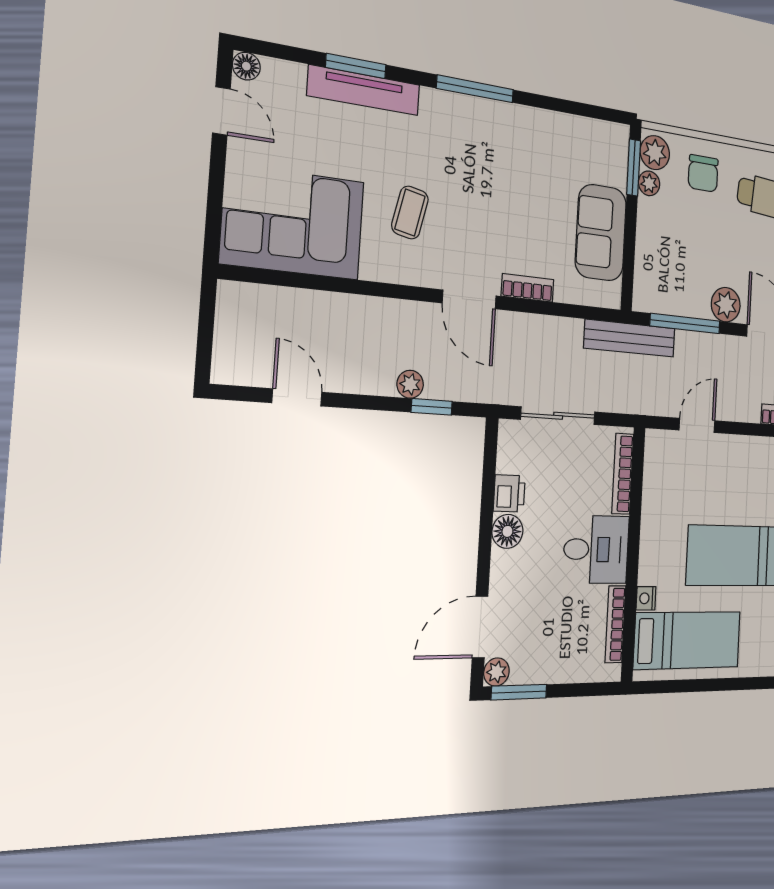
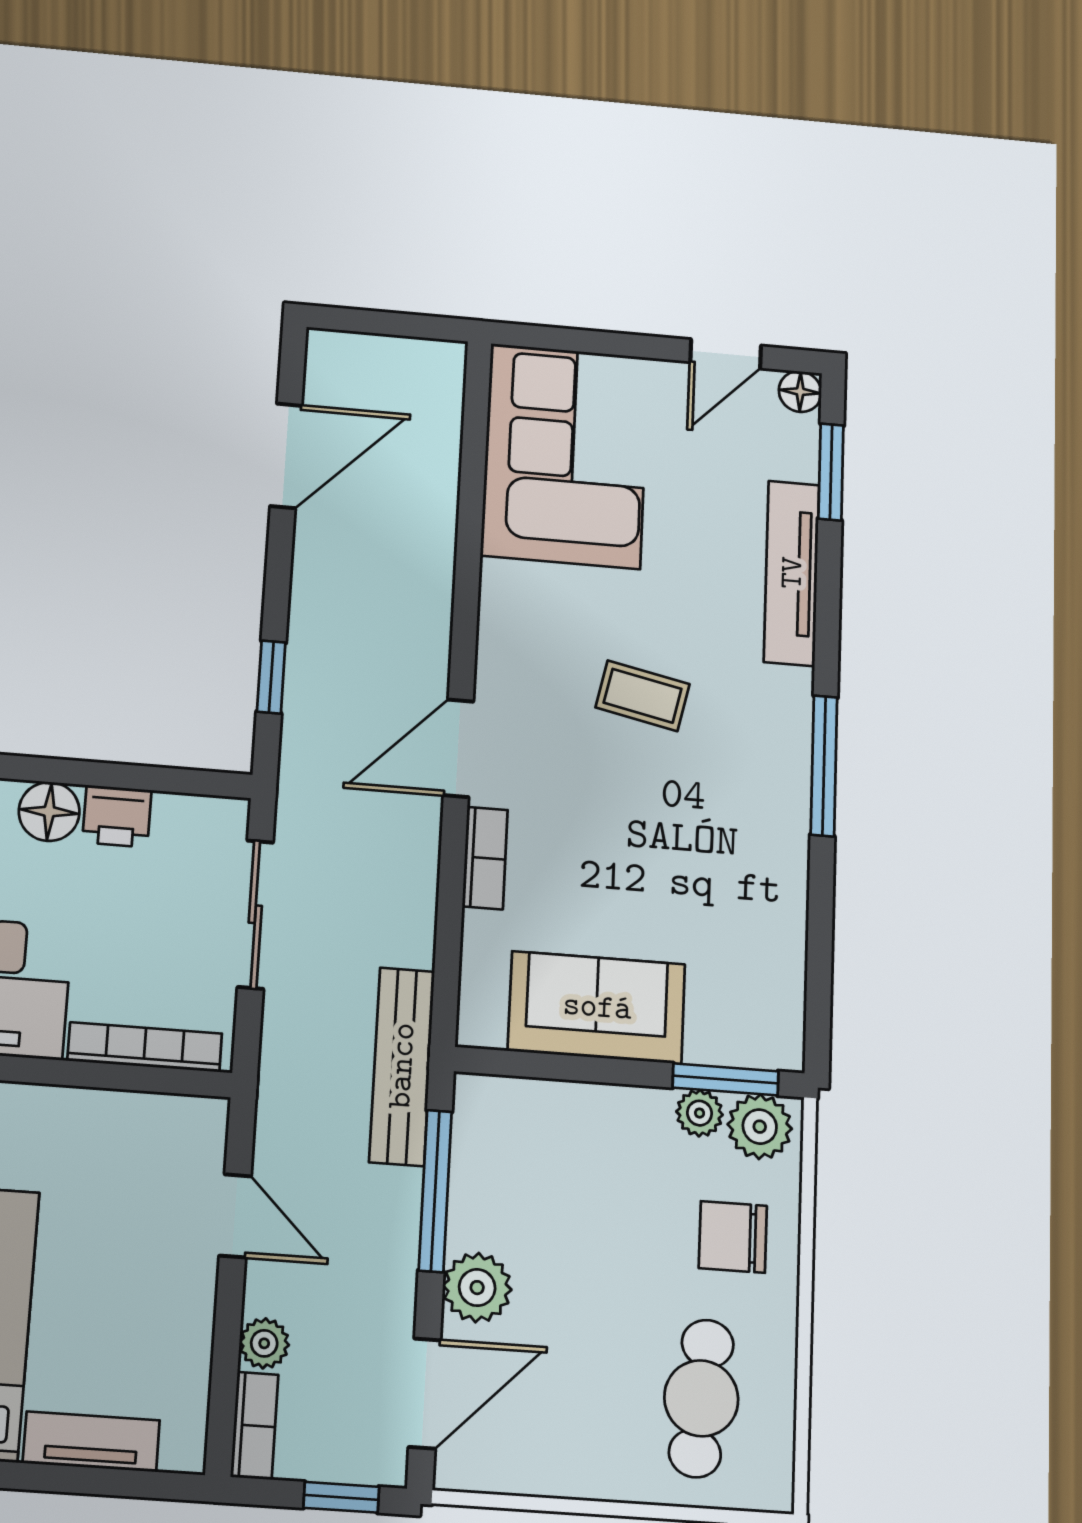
window: (356, 66) -> (831, 472), moved
coffee table: (410, 212) -> (643, 696), moved
plant: (410, 384) -> (264, 1343), moved
door: (297, 397) -> (286, 456), width x1.37

